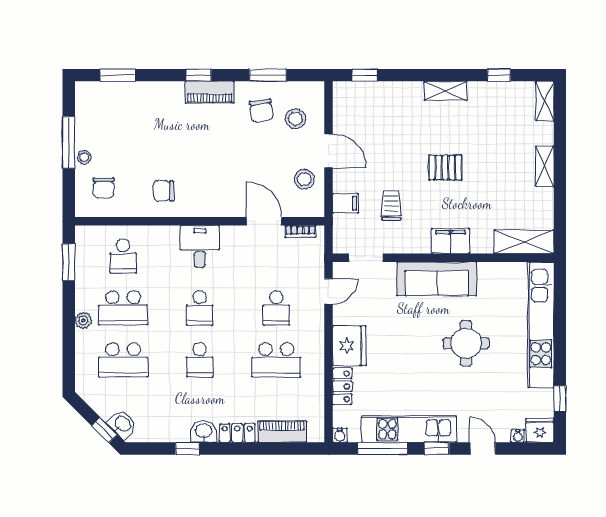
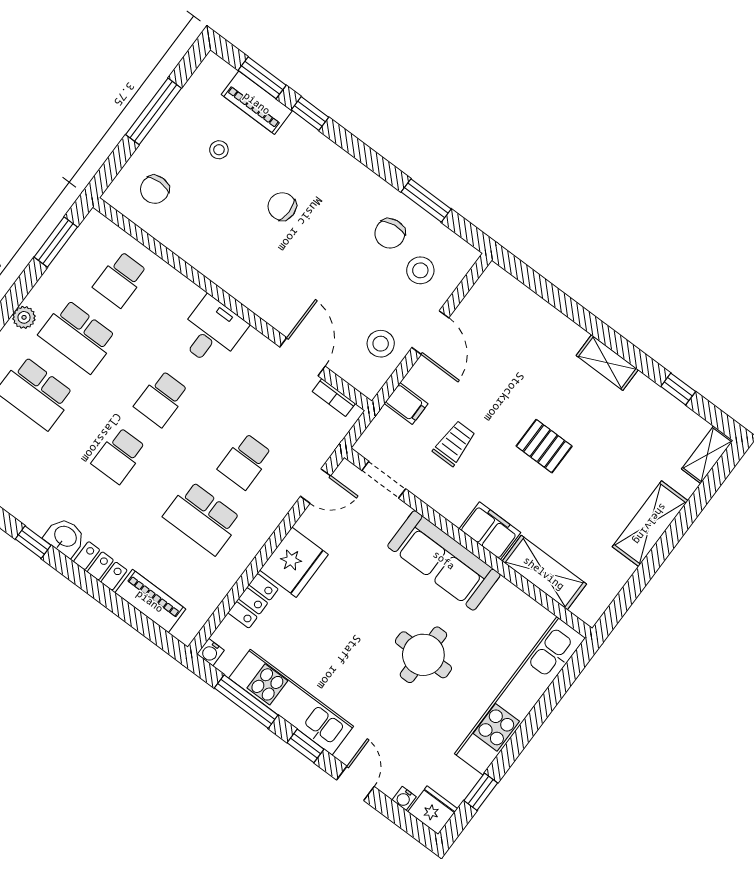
window: (199, 75) -> (310, 114), moved
window: (364, 75) -> (531, 279), removed
piano: (210, 92) -> (257, 103), moved
stool: (84, 157) -> (219, 150), moved
shelving: (545, 167) -> (650, 524), width x1.50, depth x1.33
chair: (164, 191) -> (282, 206), moved
shelving: (524, 242) -> (544, 573), moved

